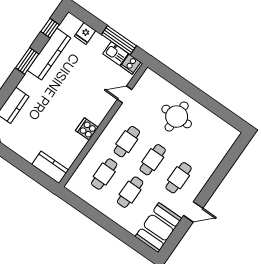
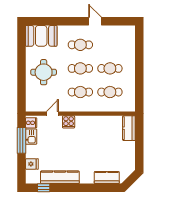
window: (27, 61) -> (73, 188), removed
door: (125, 94) -> (52, 114), swing flipped
cooker: (87, 129) -> (69, 122), moved
booth: (159, 228) -> (41, 36), moved

